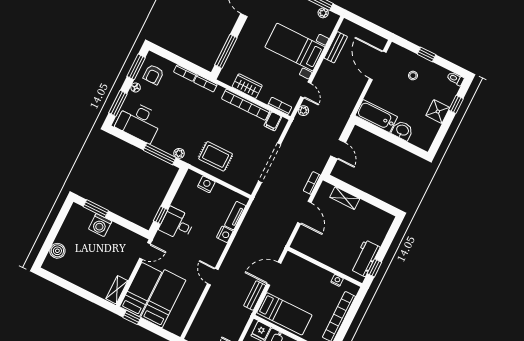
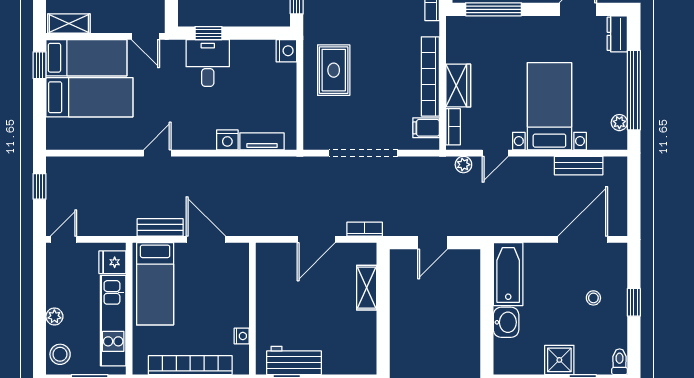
wardrobe: (247, 86) -> (458, 86), moved
plant: (179, 153) -> (311, 15), removed
nightstand: (206, 184) -> (286, 51), moved

